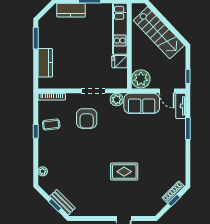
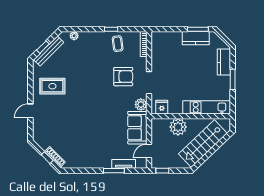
fridge: (119, 62) -> (162, 107), moved
kitchen counter: (45, 63) -> (196, 38), moved
plant: (141, 79) -> (178, 127), moved
tv unit: (181, 106) -> (124, 164), moved
armchair: (87, 119) -> (123, 77), turned 180
rug: (124, 172) -> (52, 86), moved, turned 90
bench: (63, 202) -> (49, 51), width x1.36

